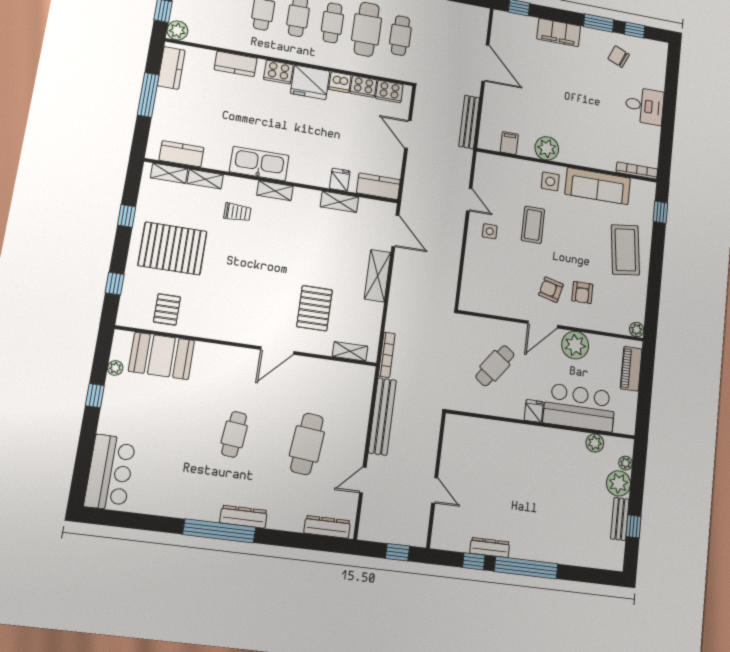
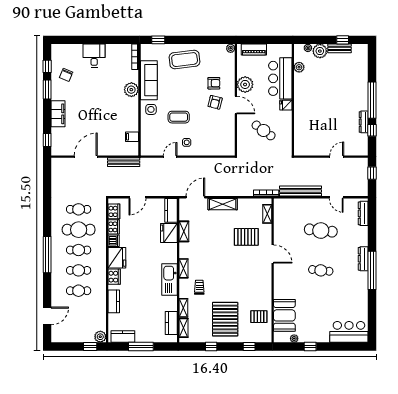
plant: (547, 148) -> (131, 90), moved
fridge: (340, 180) -> (169, 233), width x1.88, depth x1.34

